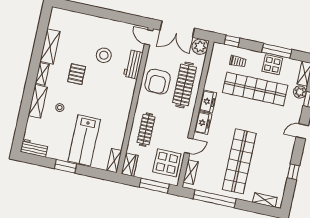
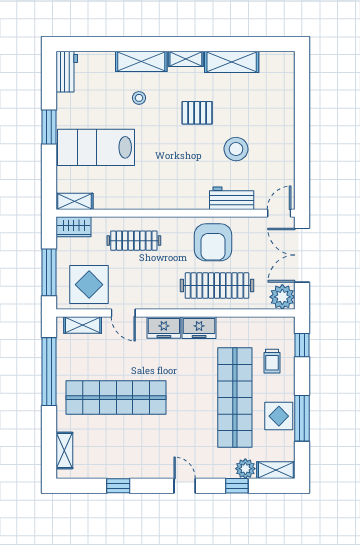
armchair: (158, 82) -> (213, 242), turned -90

